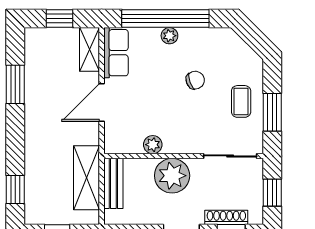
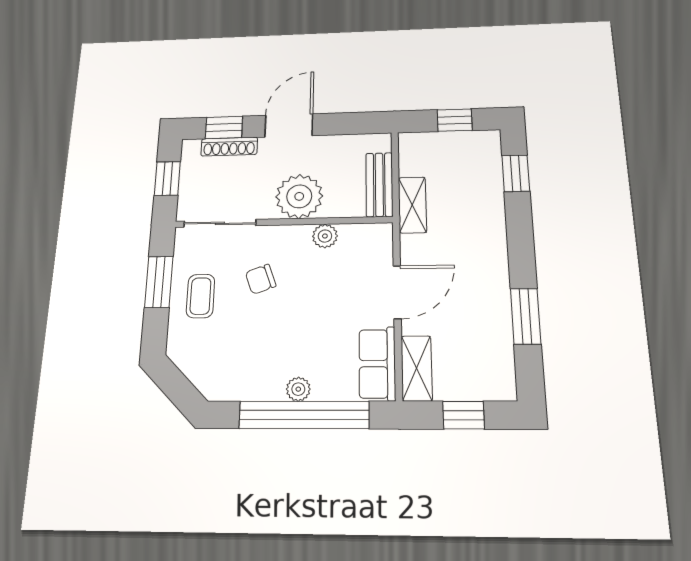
chair: (195, 80) -> (261, 279), moved
shelving: (87, 178) -> (412, 205), width x0.67, depth x0.75

